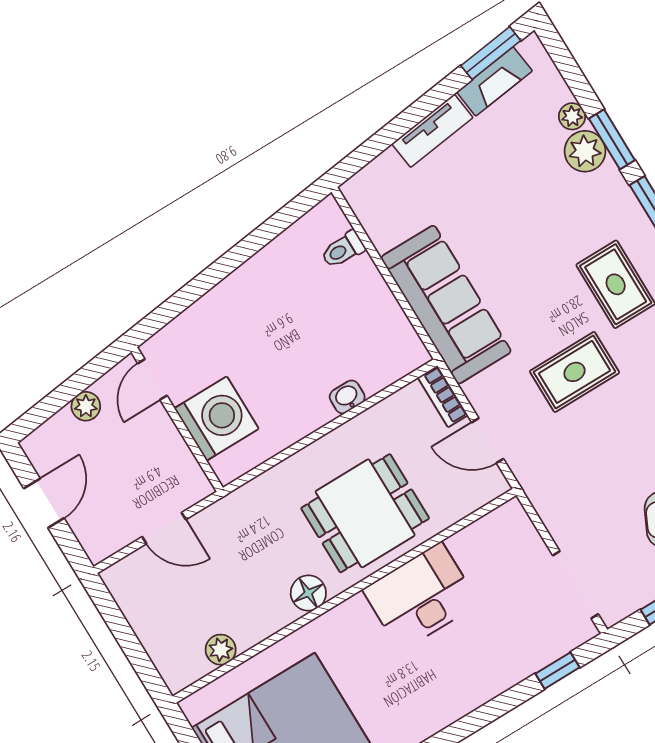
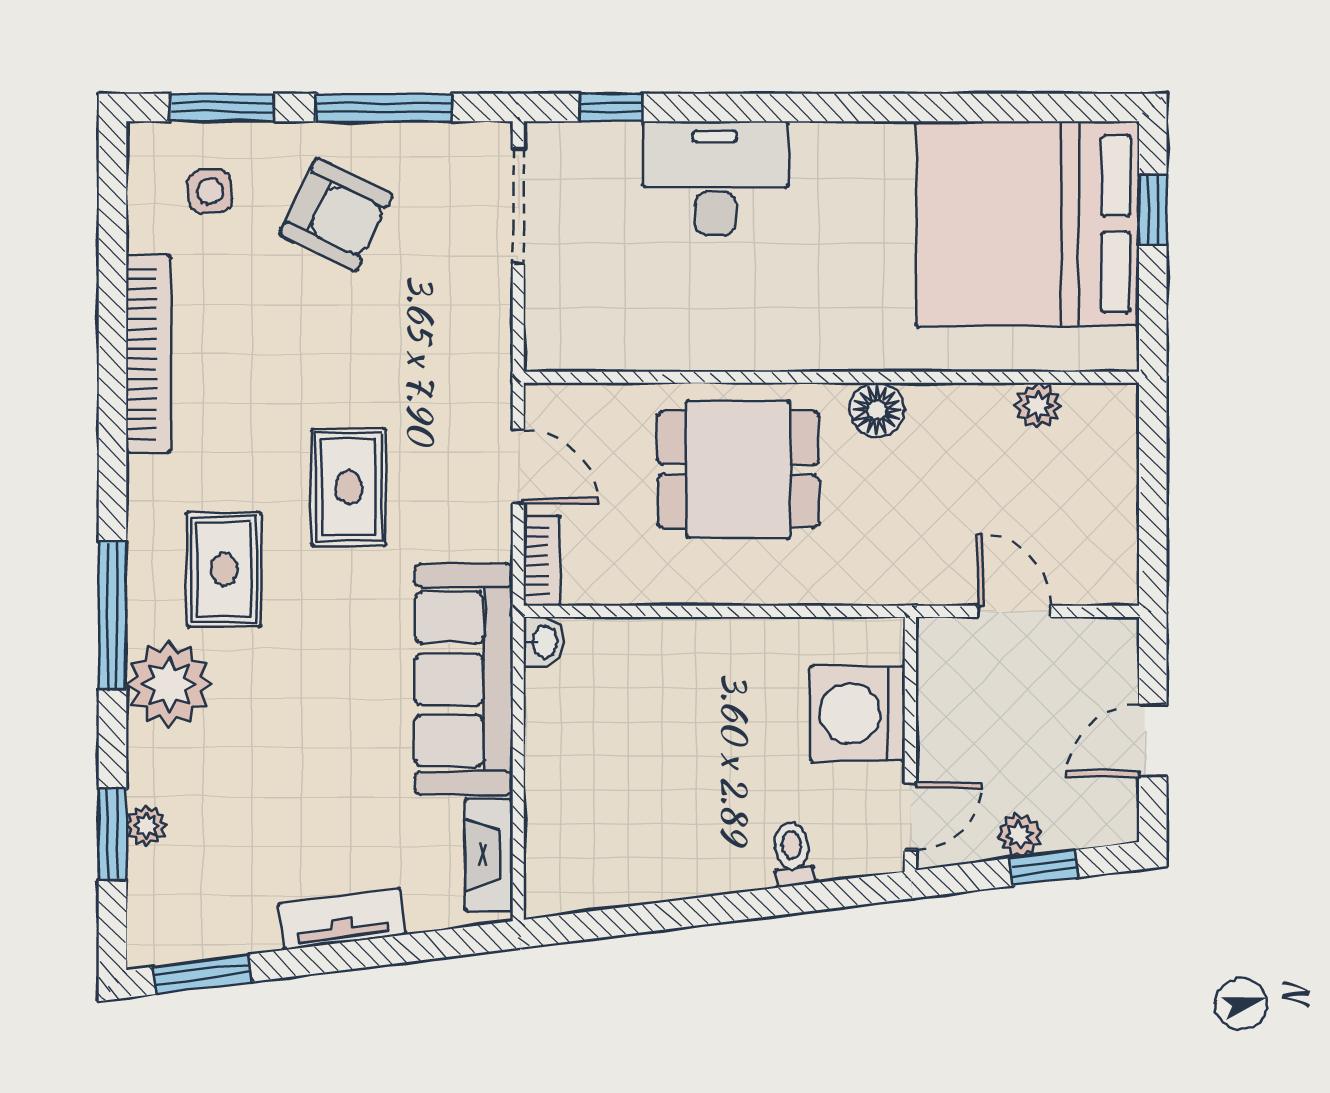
fireplace: (494, 81) -> (489, 855), moved, turned -83
window: (612, 139) -> (112, 834), moved
plant: (585, 151) -> (169, 684), moved, width x1.36, depth x1.36
toilet: (343, 250) -> (793, 854), moved, turned -97
rug: (574, 372) -> (349, 487), turned 90
window: (61, 396) -> (1044, 868), added
washbasin: (347, 397) -> (544, 642), moved, turned -90
desk: (421, 597) -> (715, 178), moved, turned 180

